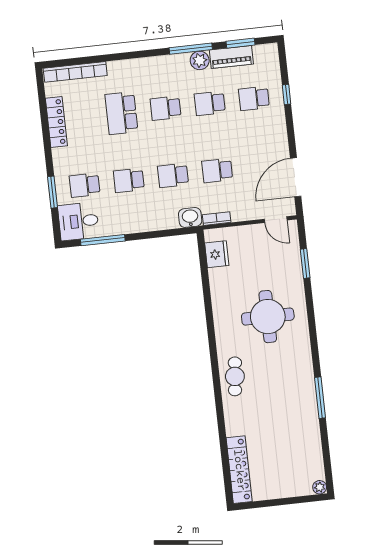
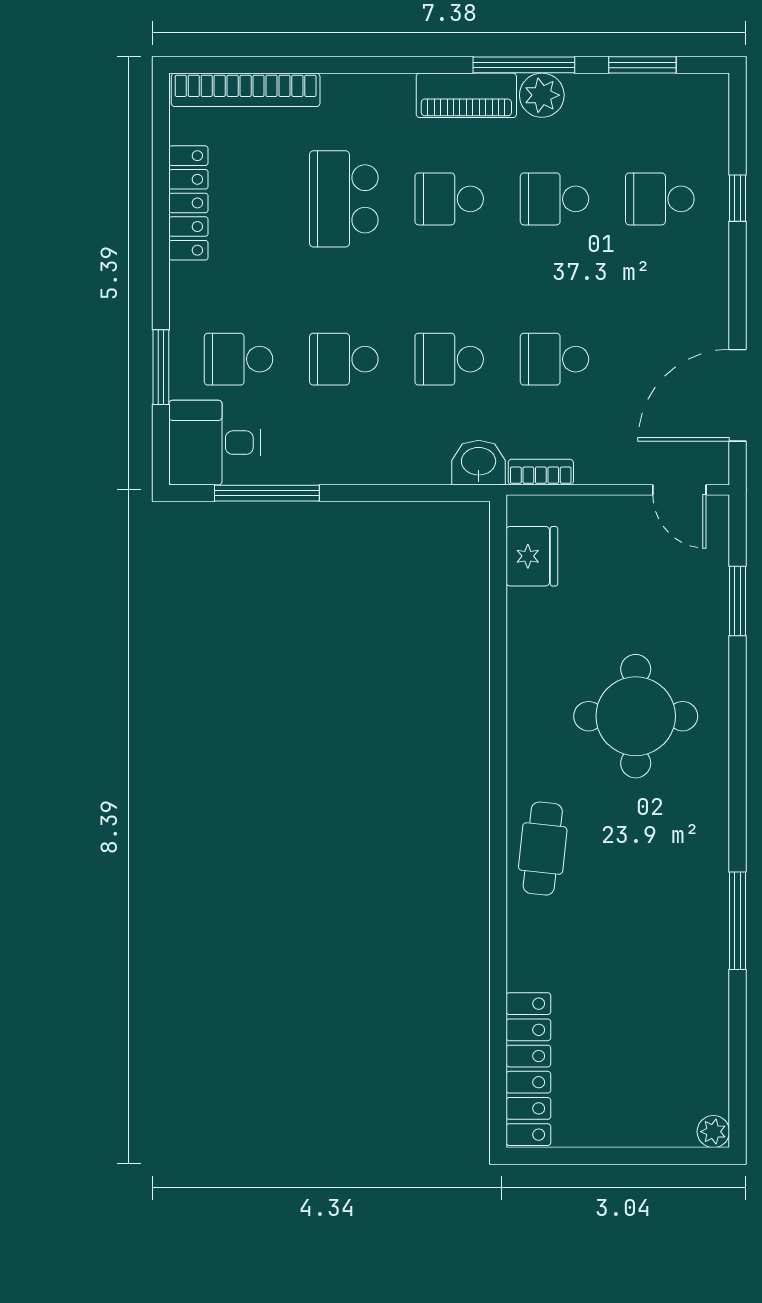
piano: (231, 57) -> (466, 95), moved

